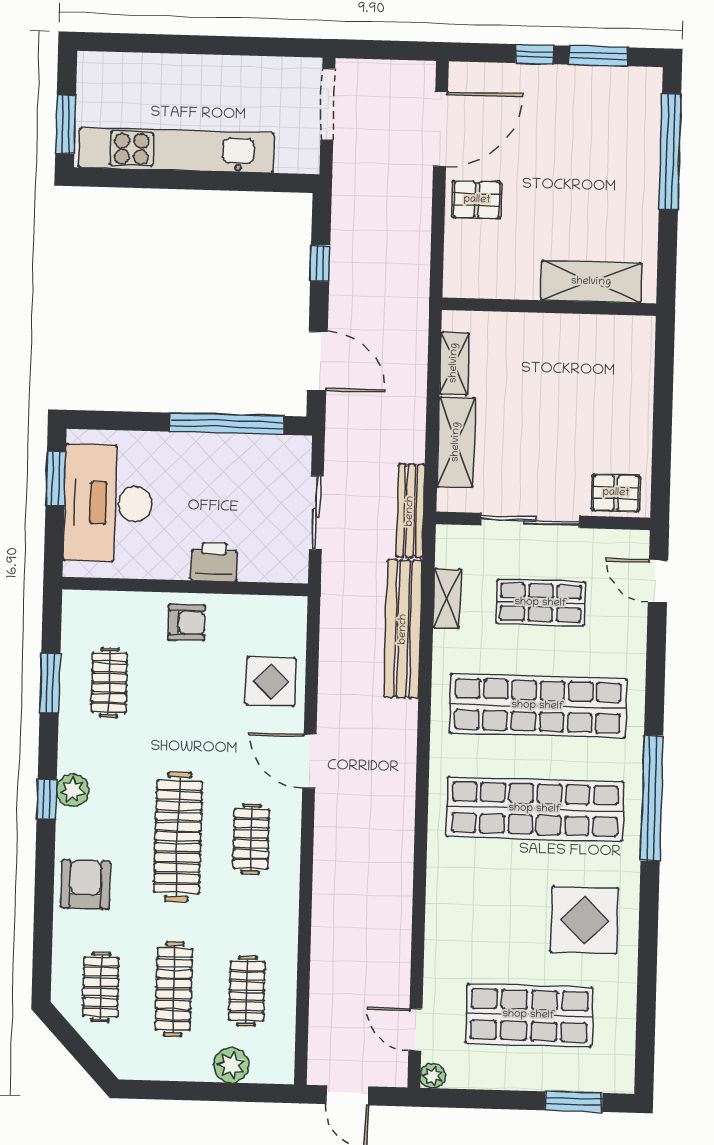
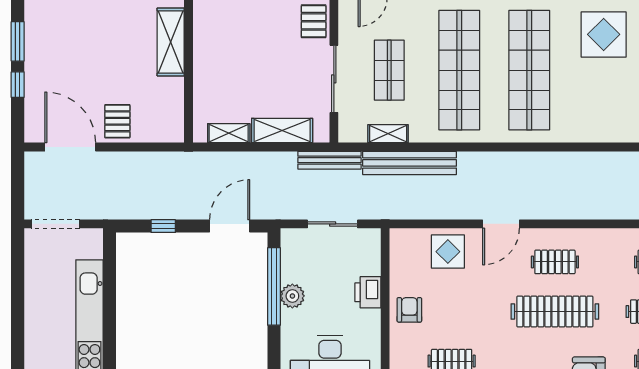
plant: (212, 451) -> (292, 296), added

